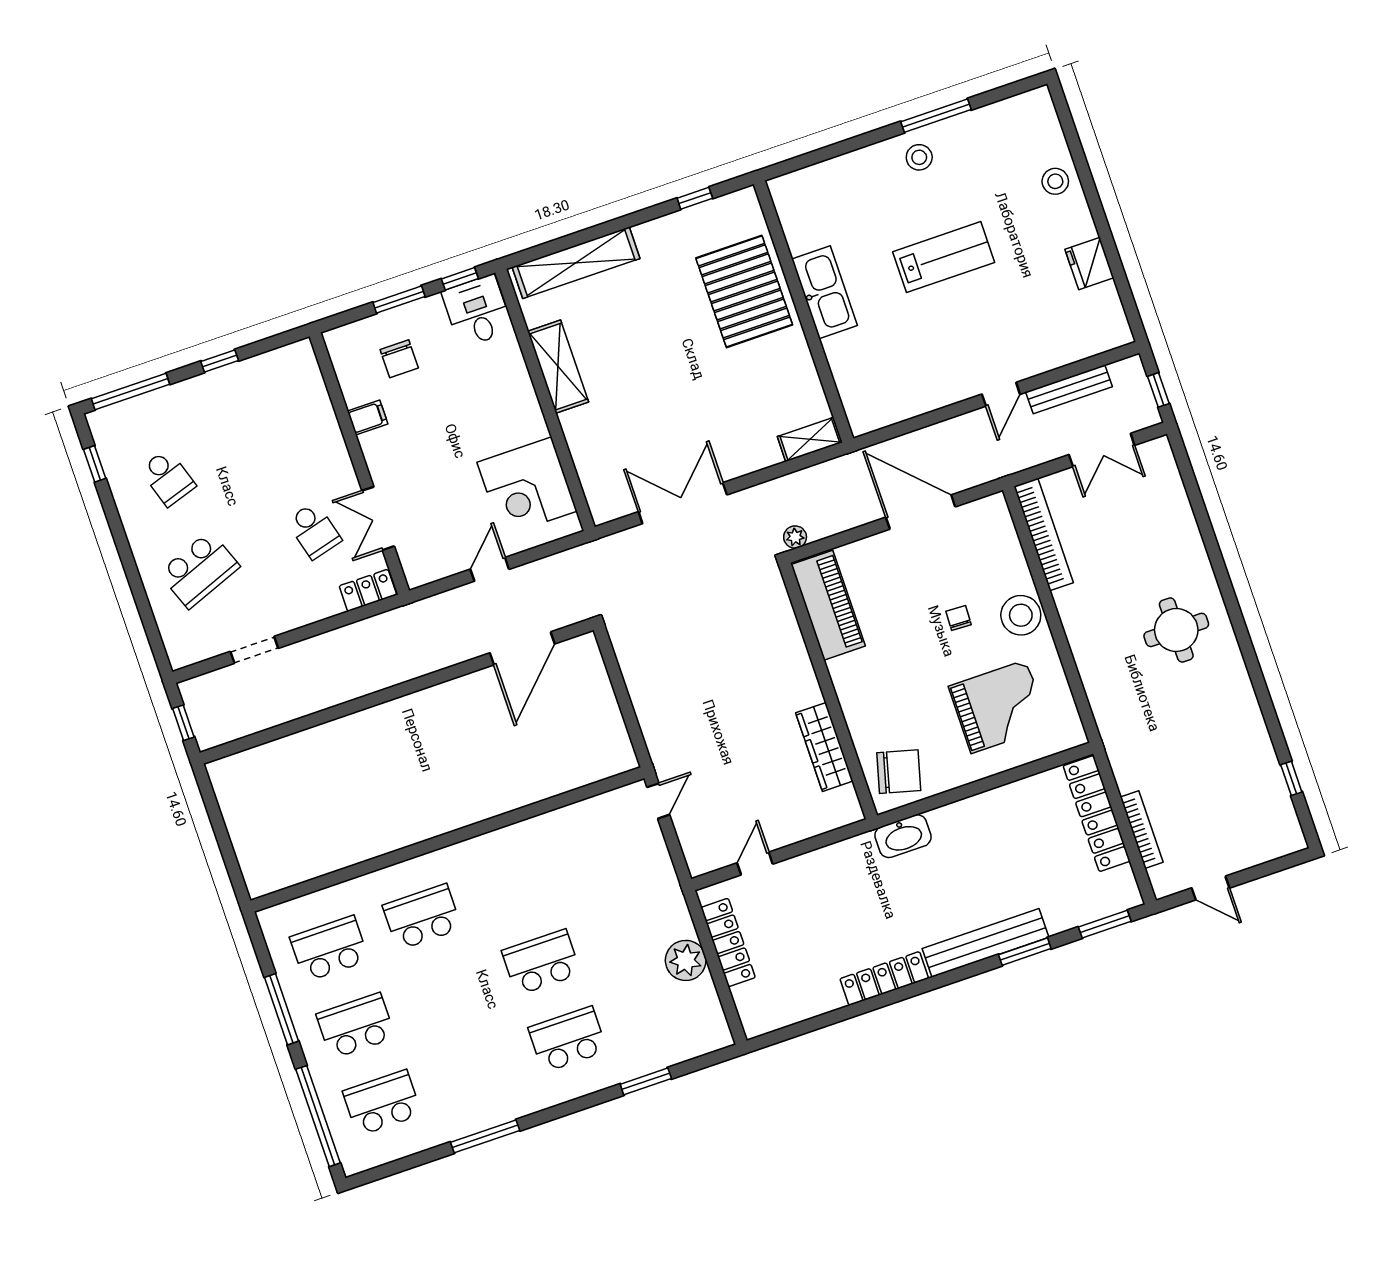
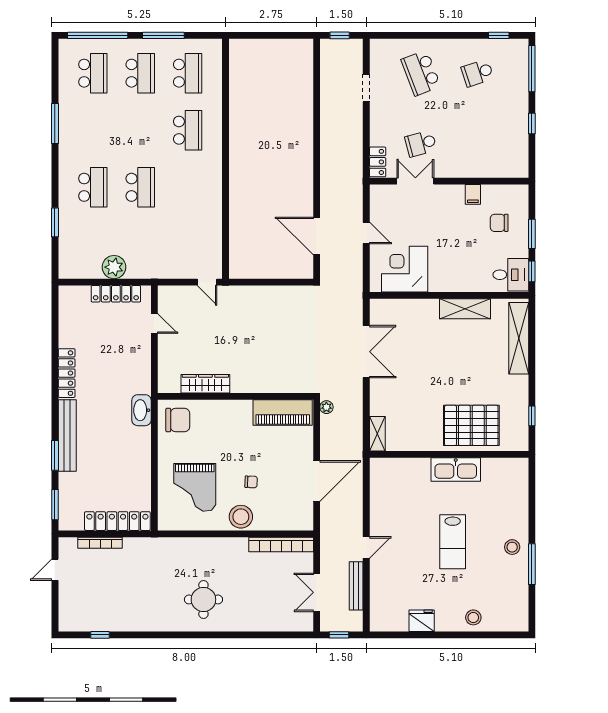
door: (1001, 394) -> (366, 547), swing flipped
chair: (899, 772) -> (178, 420), turned -105

